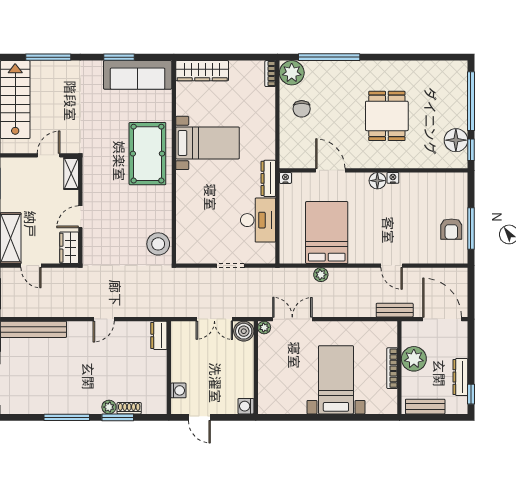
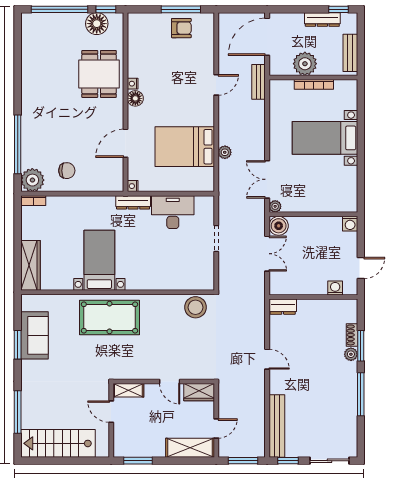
sofa: (138, 75) -> (35, 335), width x0.73
dining table: (387, 116) -> (99, 74), moved, turned 90

